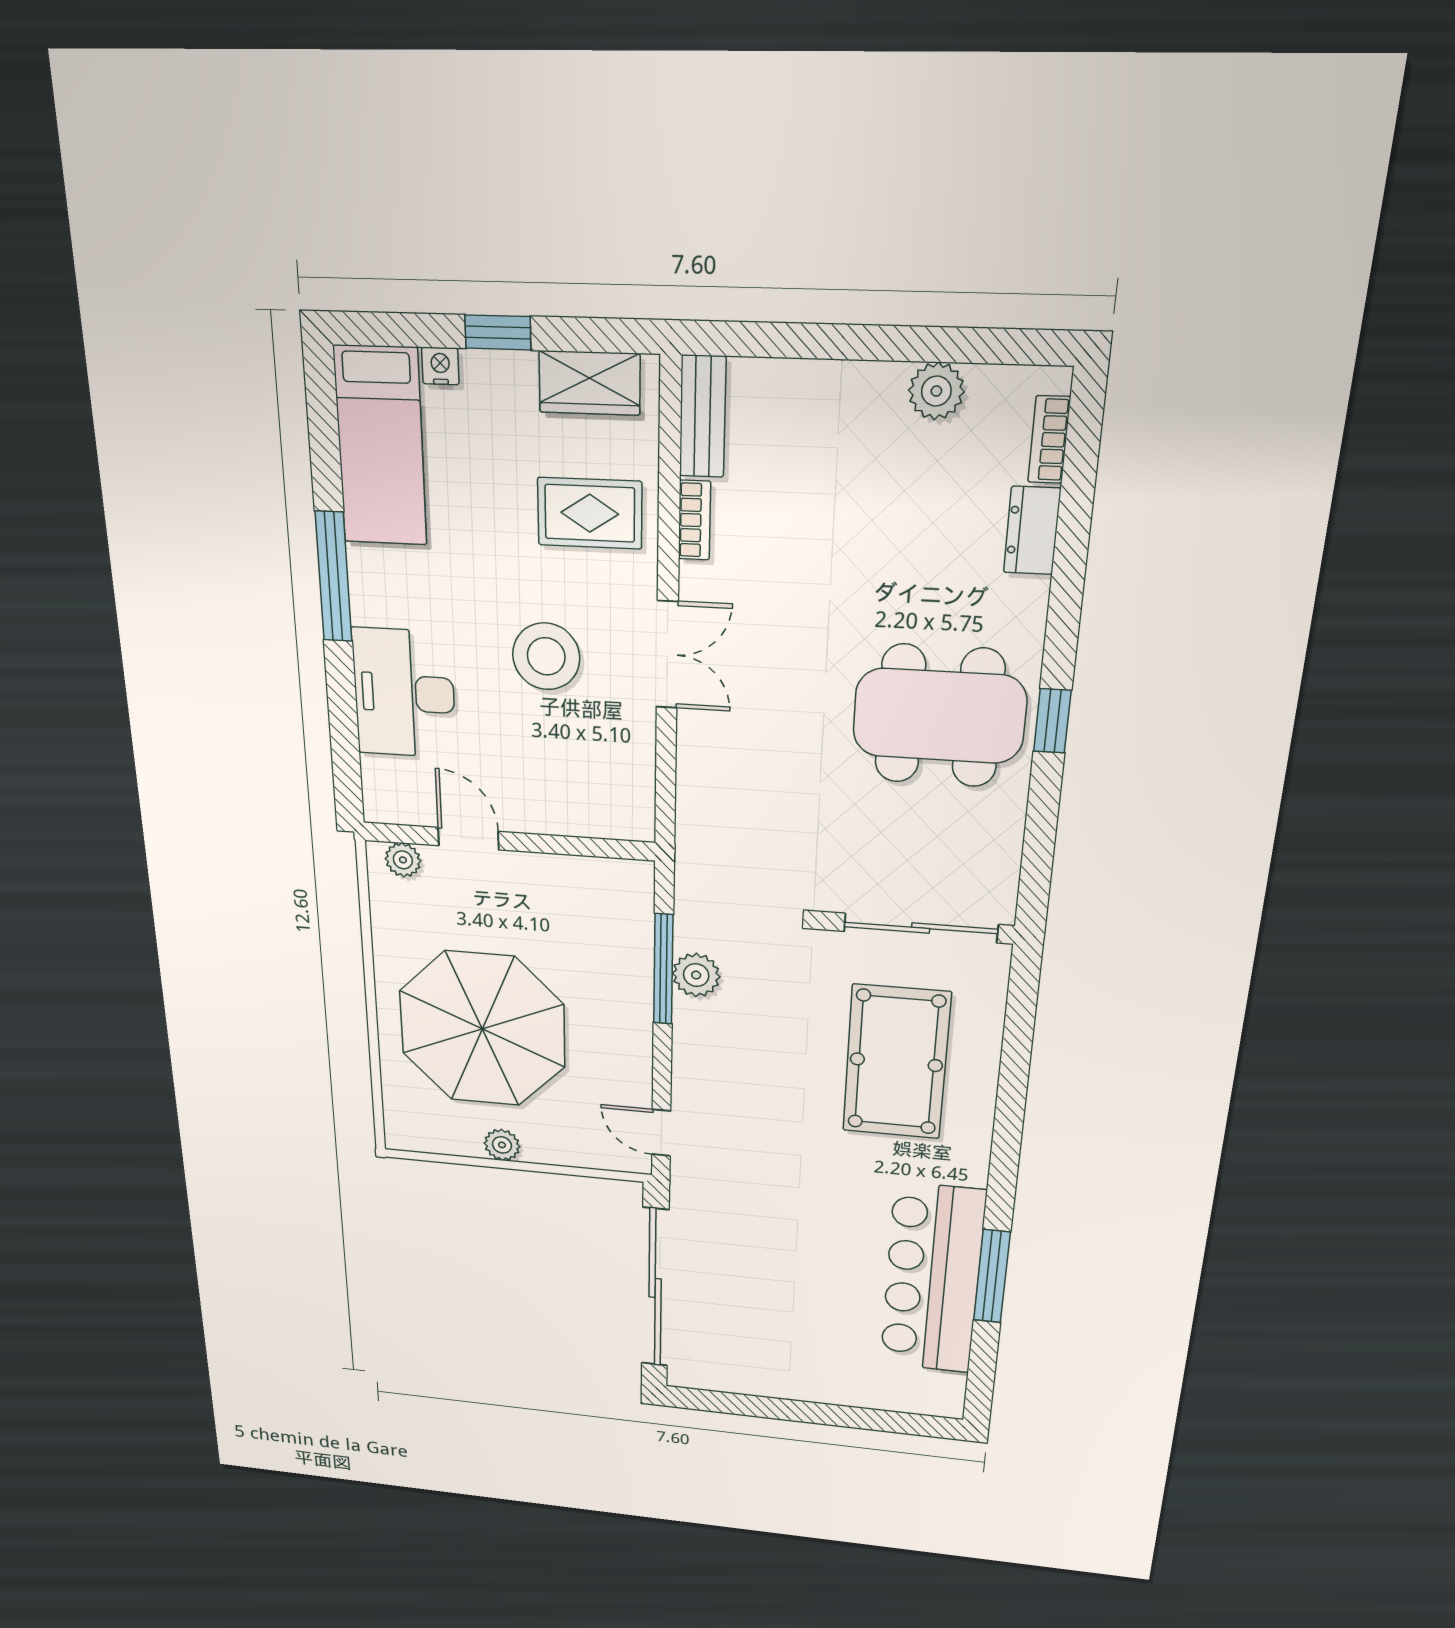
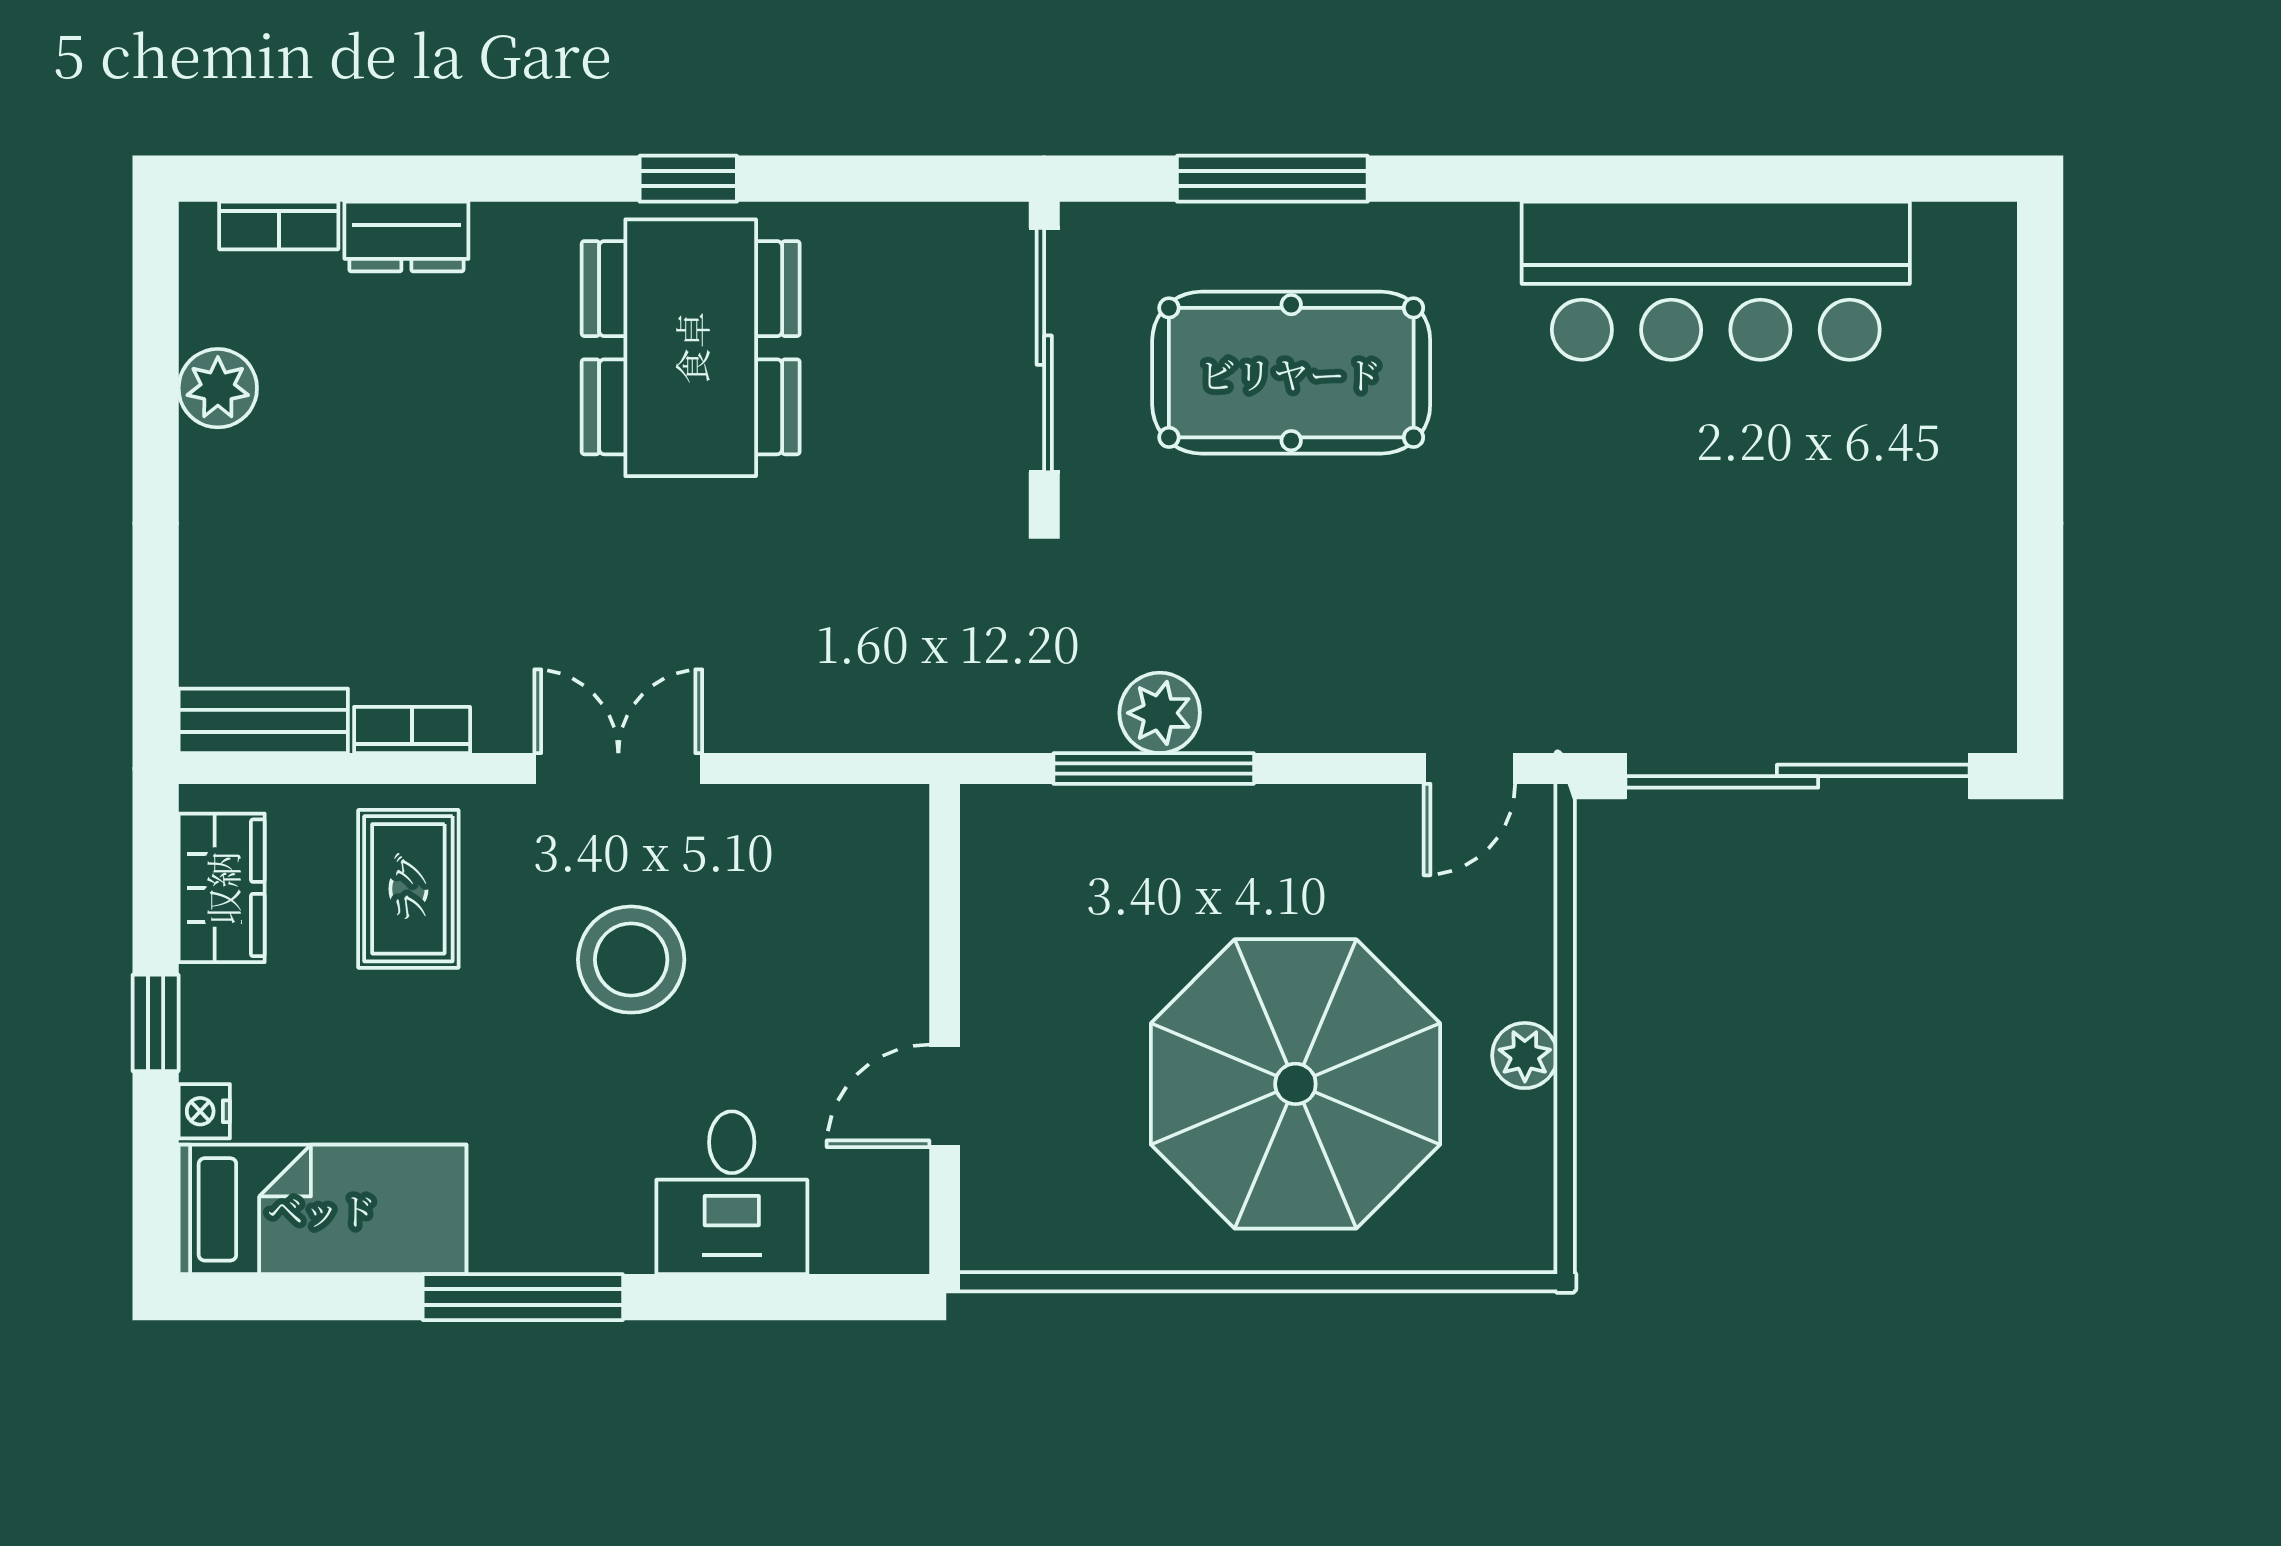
desk: (404, 693) -> (732, 1193), width x0.73
plant: (403, 860) -> (991, 1210), removed
window: (992, 1276) -> (1272, 179), moved

